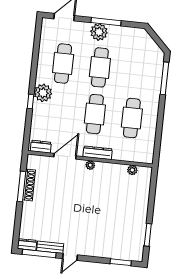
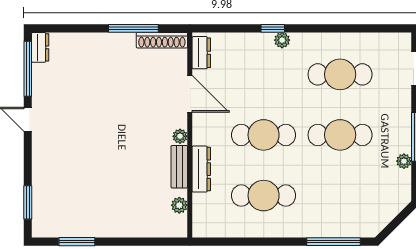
plant: (99, 32) -> (404, 161), moved, width x0.53, depth x0.53
plant: (43, 93) -> (282, 40), width x0.53, depth x0.53
dresser: (98, 153) -> (201, 169), moved
shoe rack: (29, 185) -> (162, 40), moved
bench: (50, 247) -> (179, 167), moved

